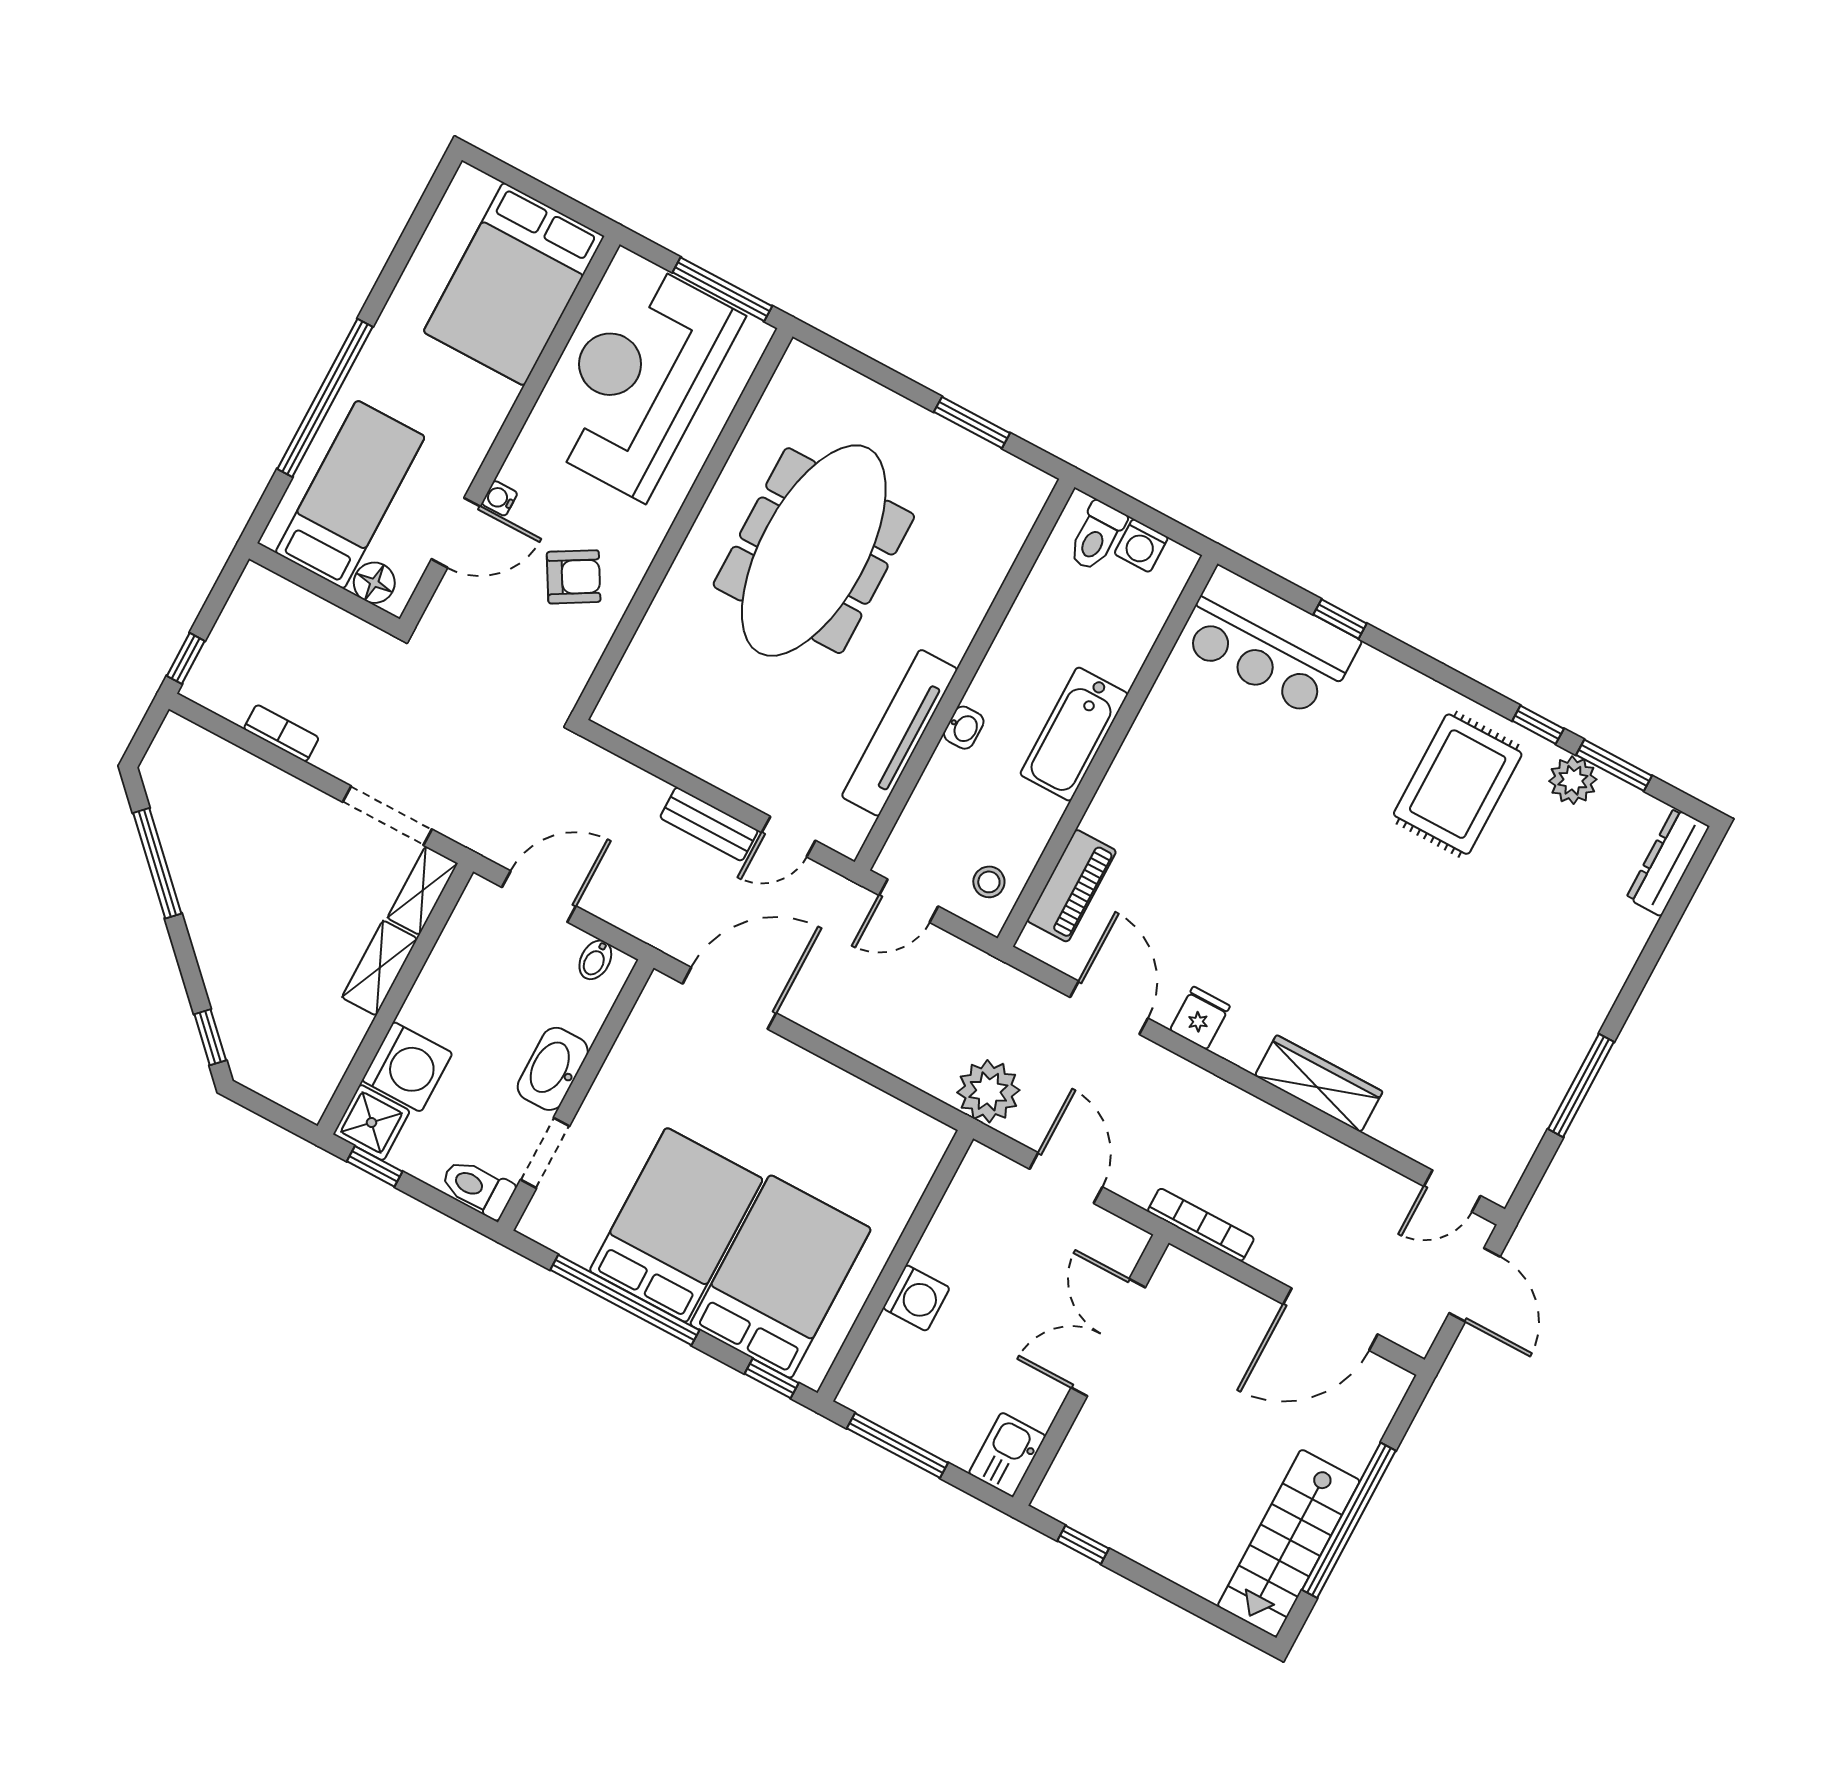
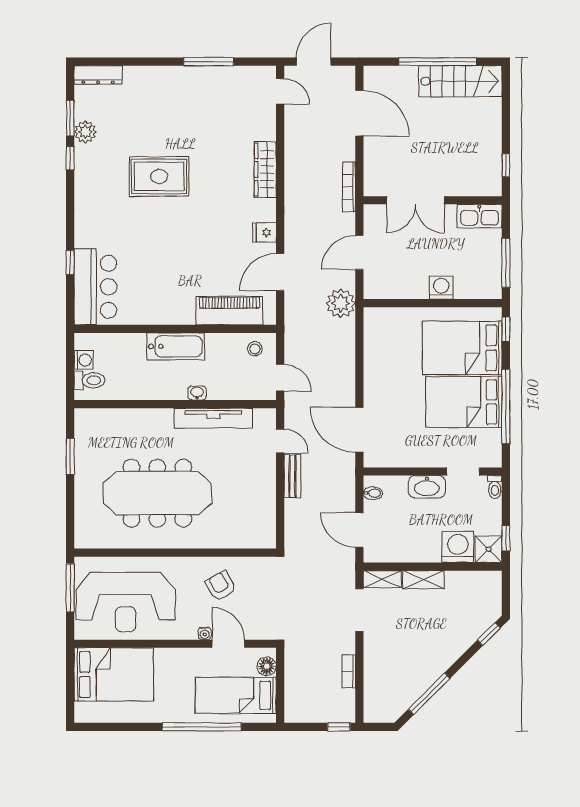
rug: (1458, 784) -> (159, 176), moved
piano: (1072, 886) -> (229, 311), width x1.37, depth x1.33
toilet: (478, 1188) -> (495, 487), width x0.73, depth x0.72
kitchen sink: (1007, 1455) -> (479, 216), width x1.38

